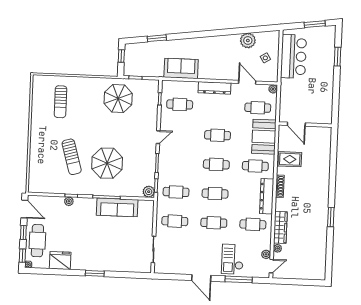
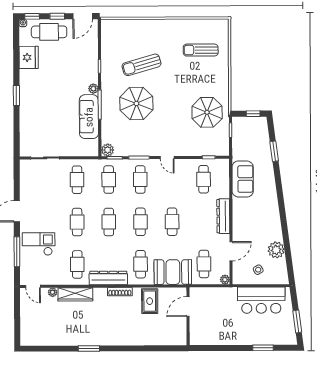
cafe table: (177, 163) -> (140, 179), added
plant: (69, 201) -> (93, 89), moved
plant: (266, 254) -> (45, 280), removed

